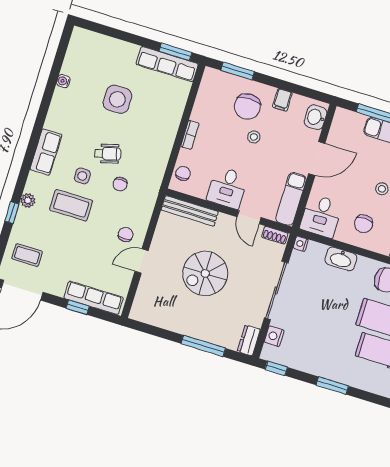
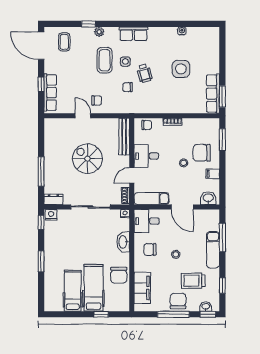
nightstand: (274, 336) -> (51, 215), moved

